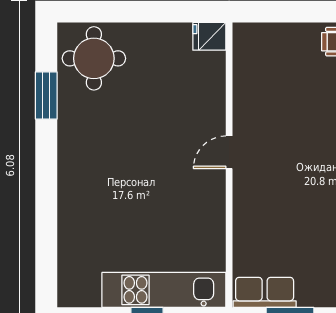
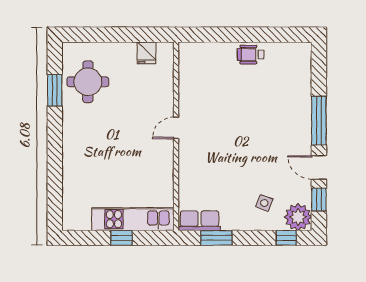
fridge: (209, 36) -> (147, 53), moved, turned -90
round table: (94, 58) -> (88, 82), moved

